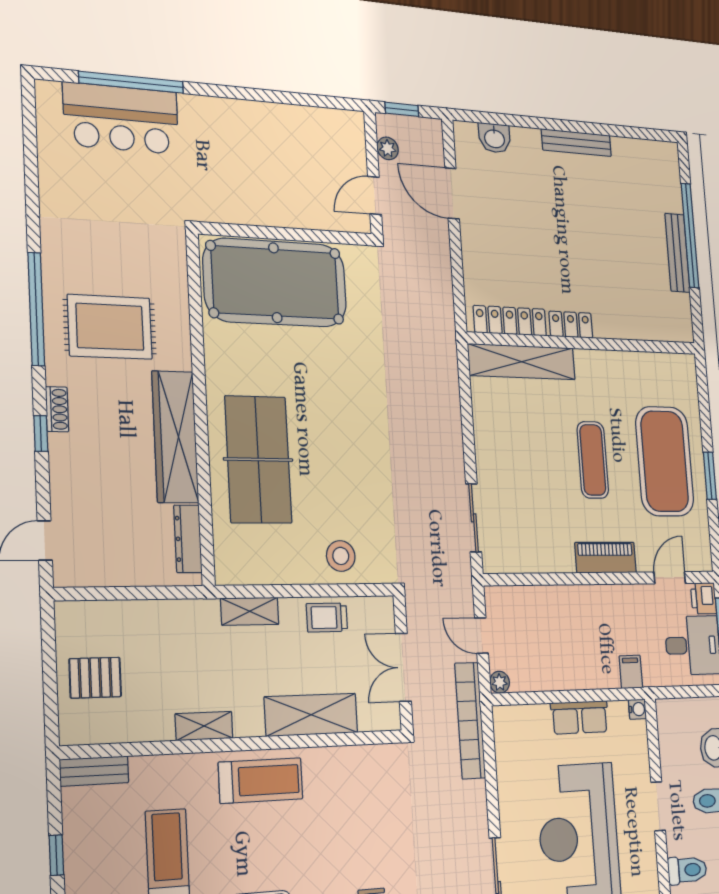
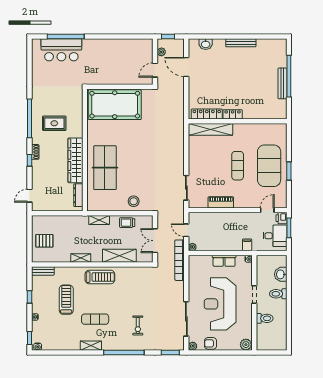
rug: (110, 327) -> (54, 123), width x0.73, depth x0.70
piano: (606, 558) -> (221, 202), moved

